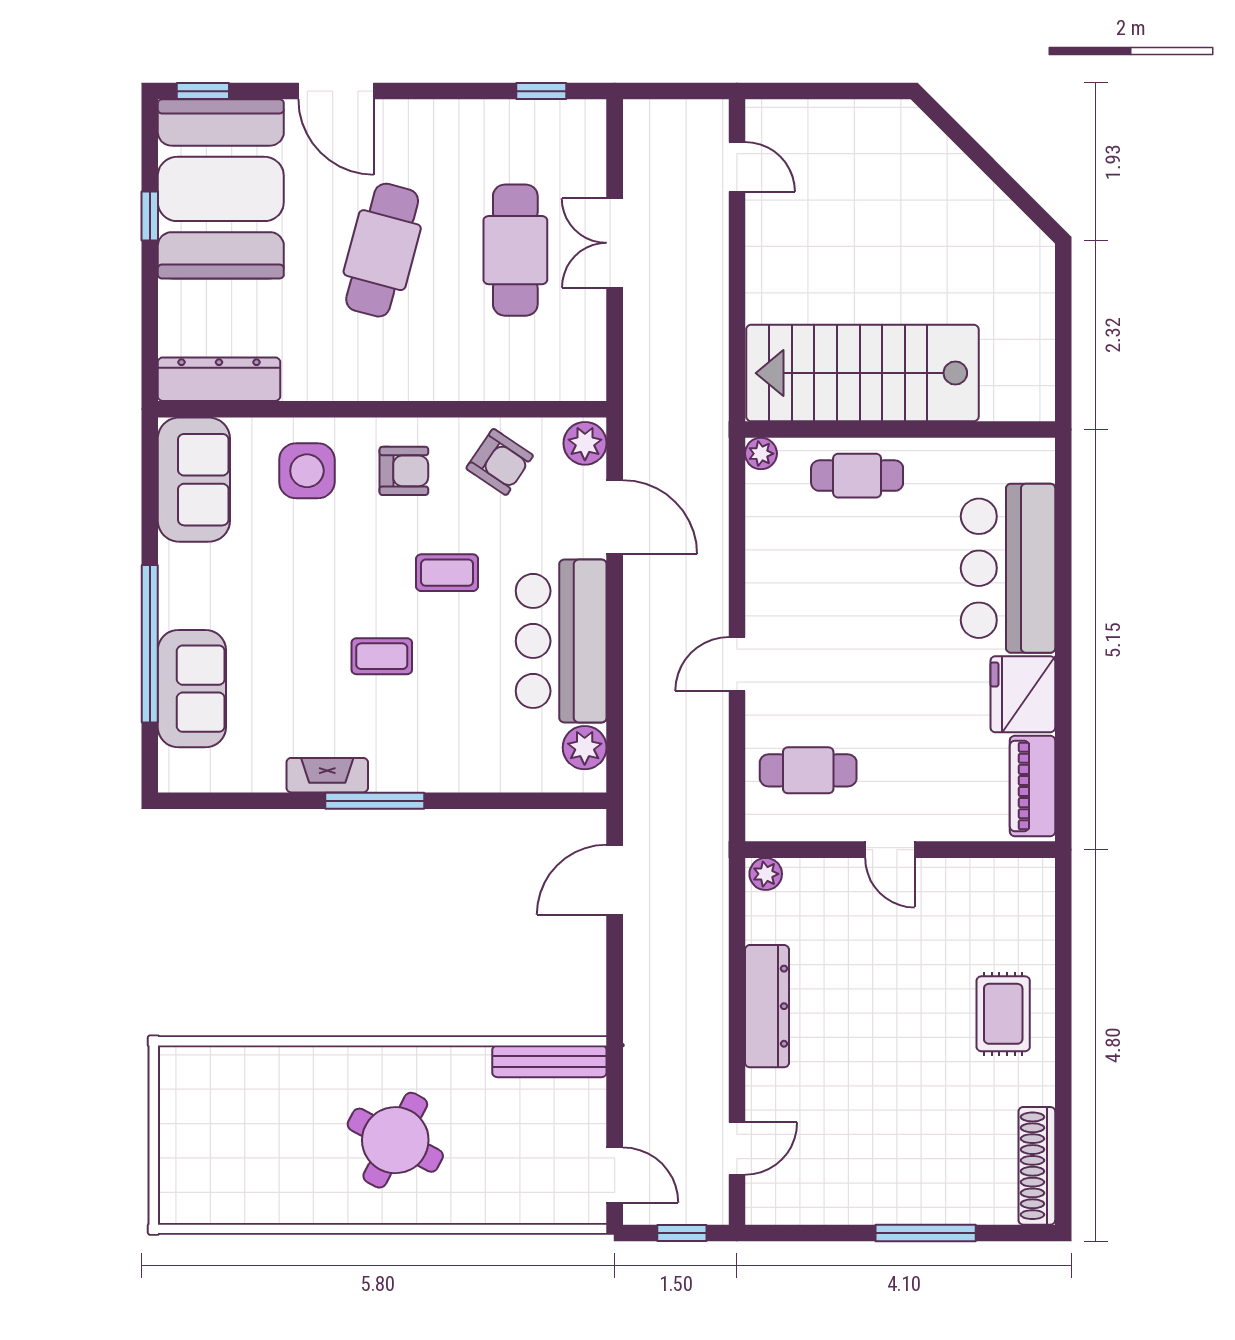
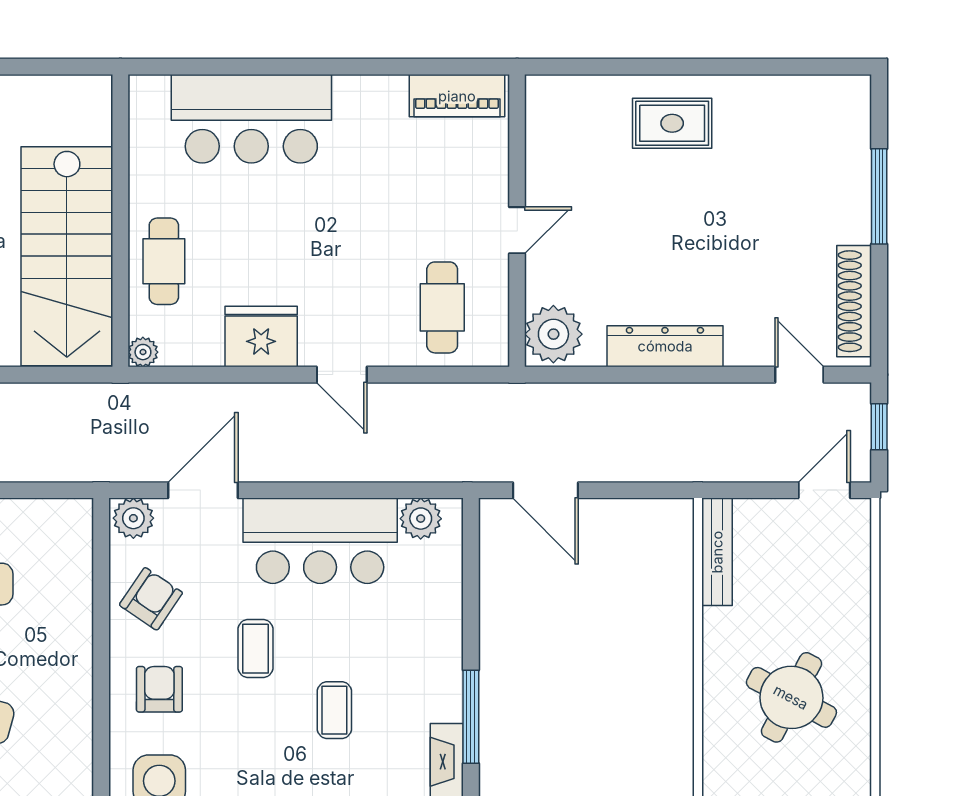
fridge: (1023, 694) -> (261, 337), moved, turned 180
plant: (766, 874) -> (553, 334), width x1.88, depth x1.88
shoe rack: (1037, 1166) -> (854, 301), moved, turned 90

